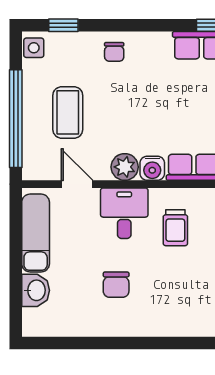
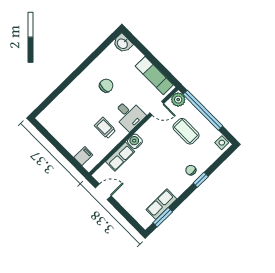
window: (63, 25) -> (201, 180), moved
plant: (125, 167) -> (178, 100), moved
chair: (116, 285) -> (106, 86), turned 90
washbasin: (36, 290) -> (123, 43), moved

